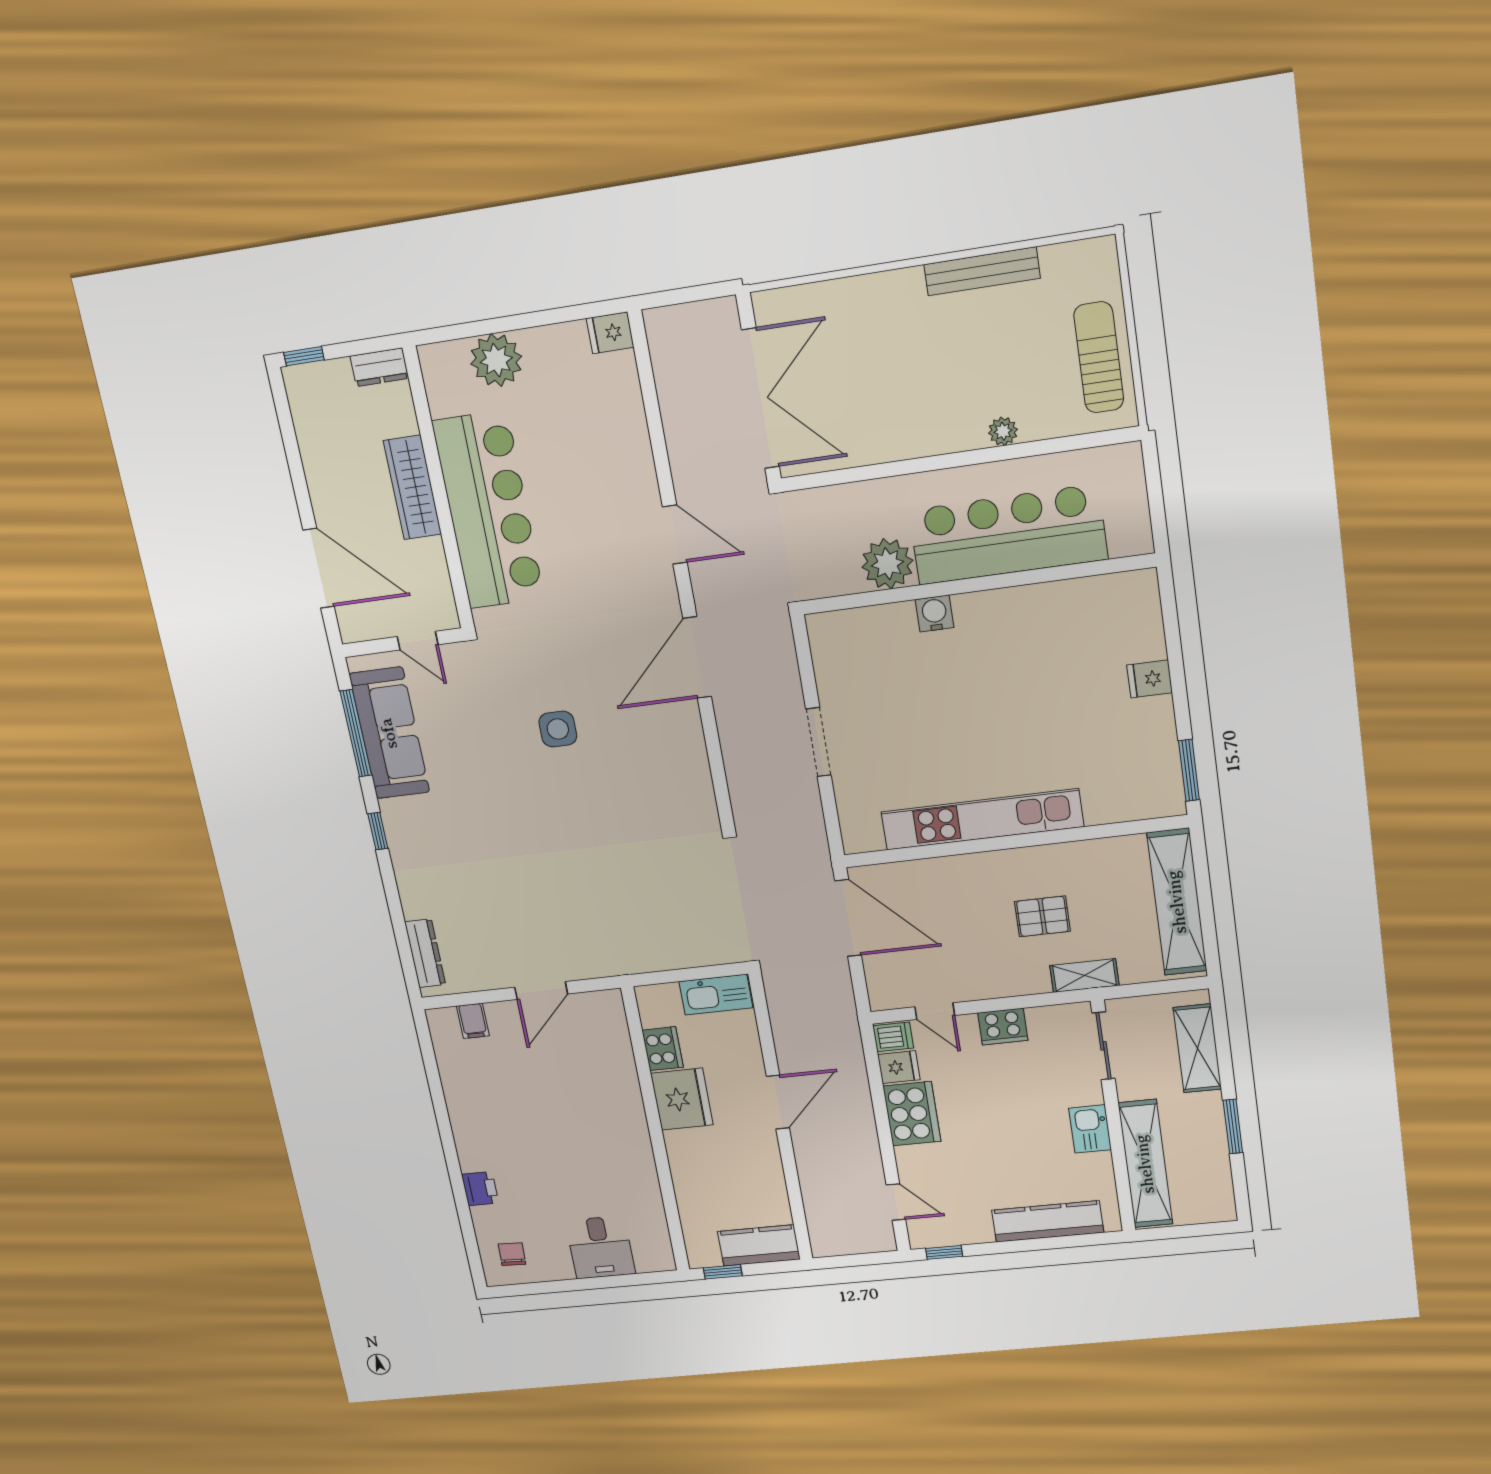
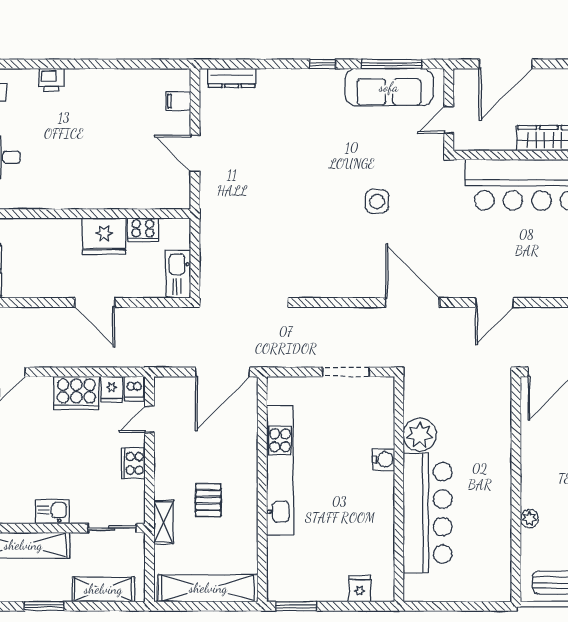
bar counter: (1008, 535) -> (428, 513), moved
plant: (887, 564) -> (420, 435), moved
wall: (977, 584) -> (399, 489), moved
water cooler: (934, 613) -> (384, 460), moved

